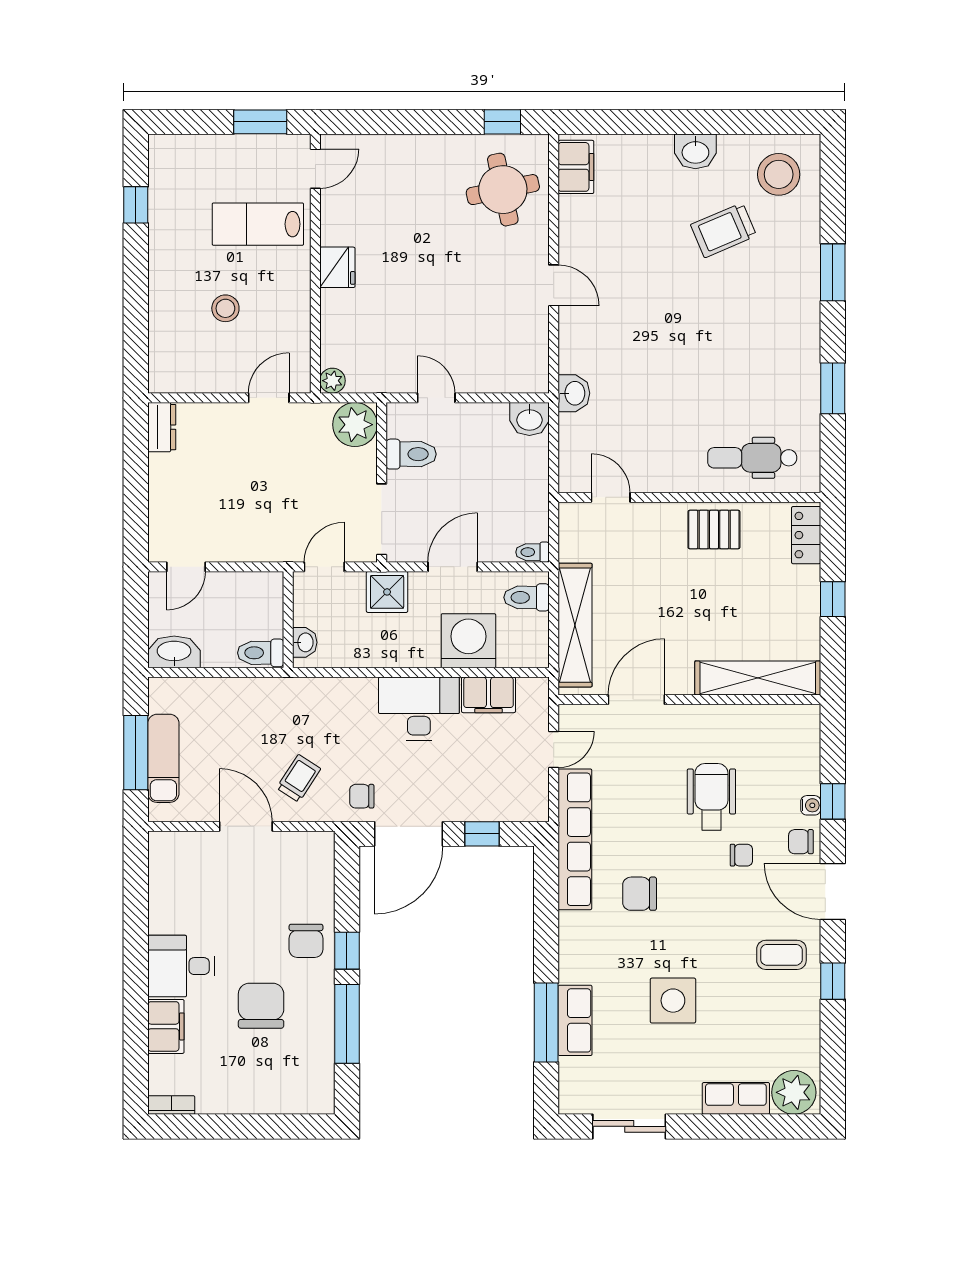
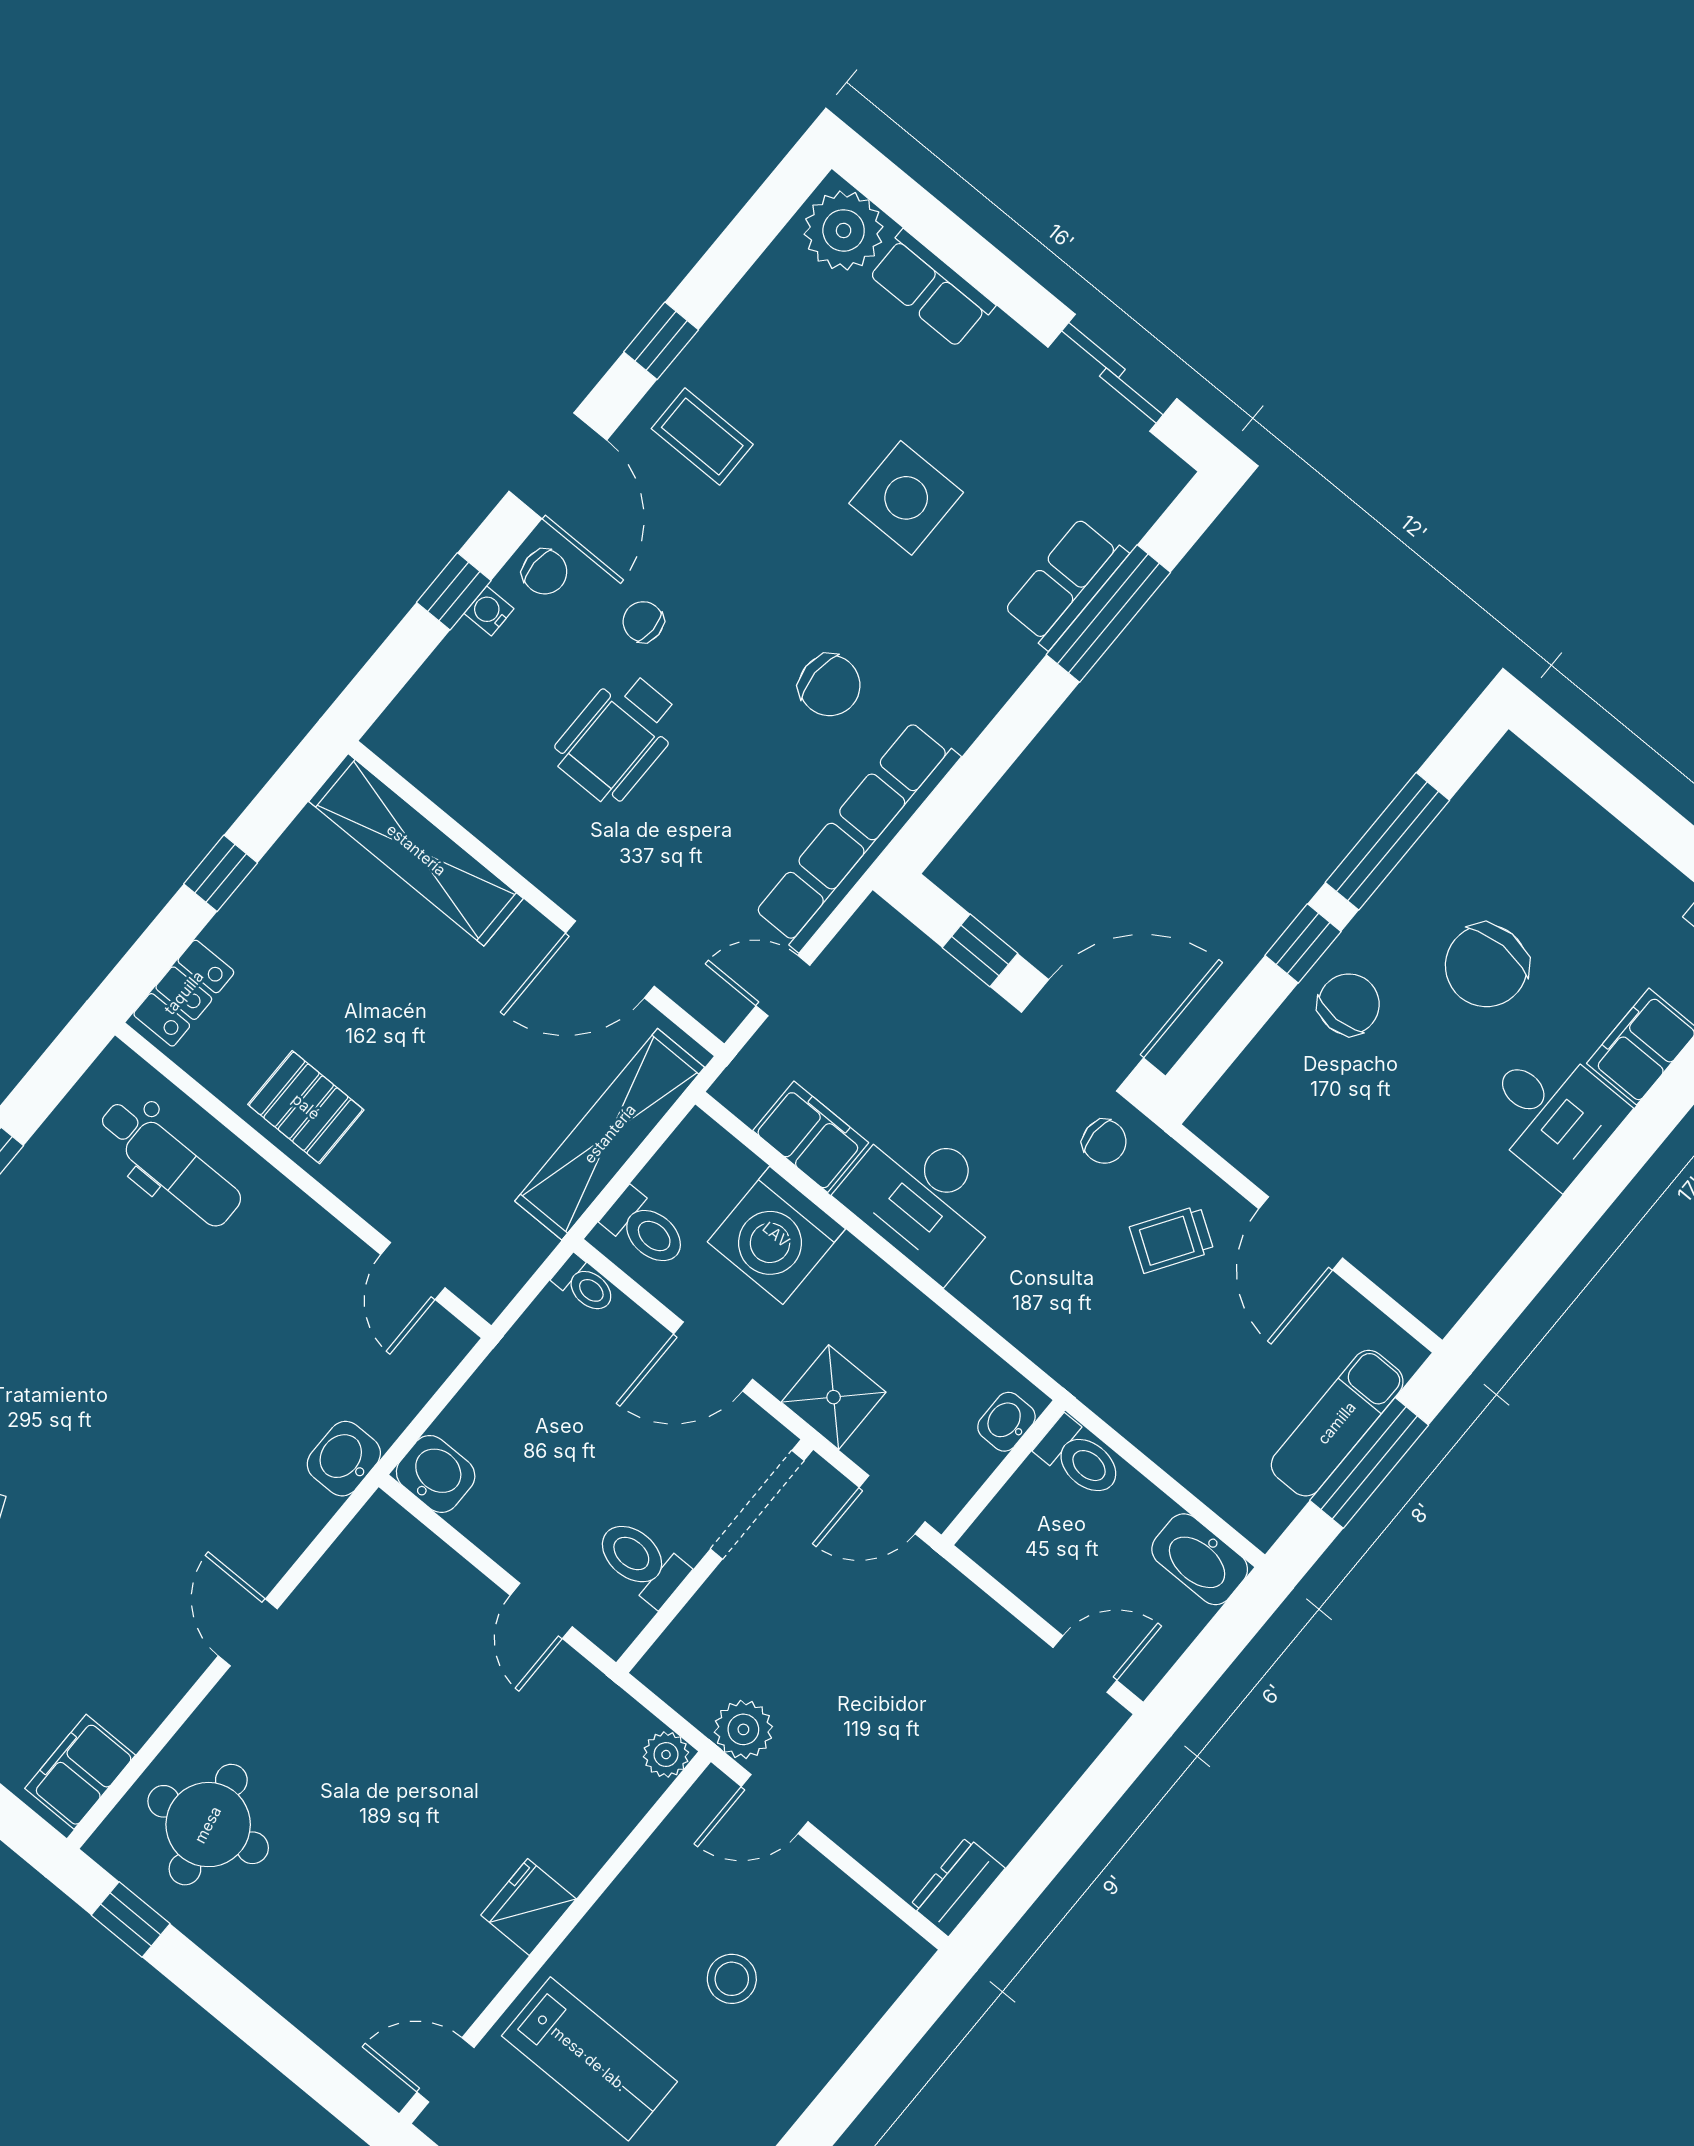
plant: (355, 425) -> (743, 1729), moved, width x0.73, depth x0.73

